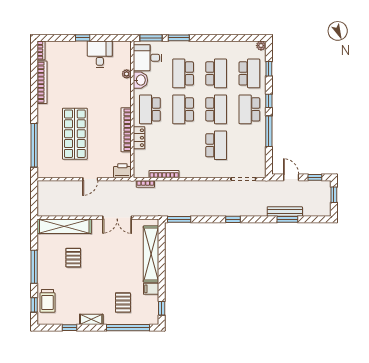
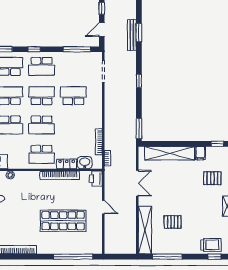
washbasin: (140, 80) -> (85, 163), moved
window: (269, 131) -> (77, 49), moved
window: (34, 267) -> (167, 257), moved

